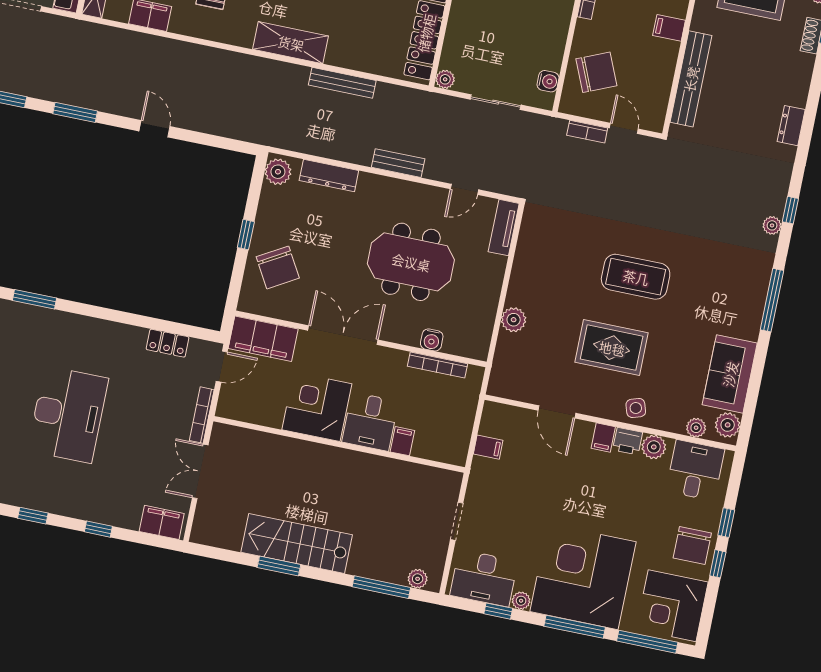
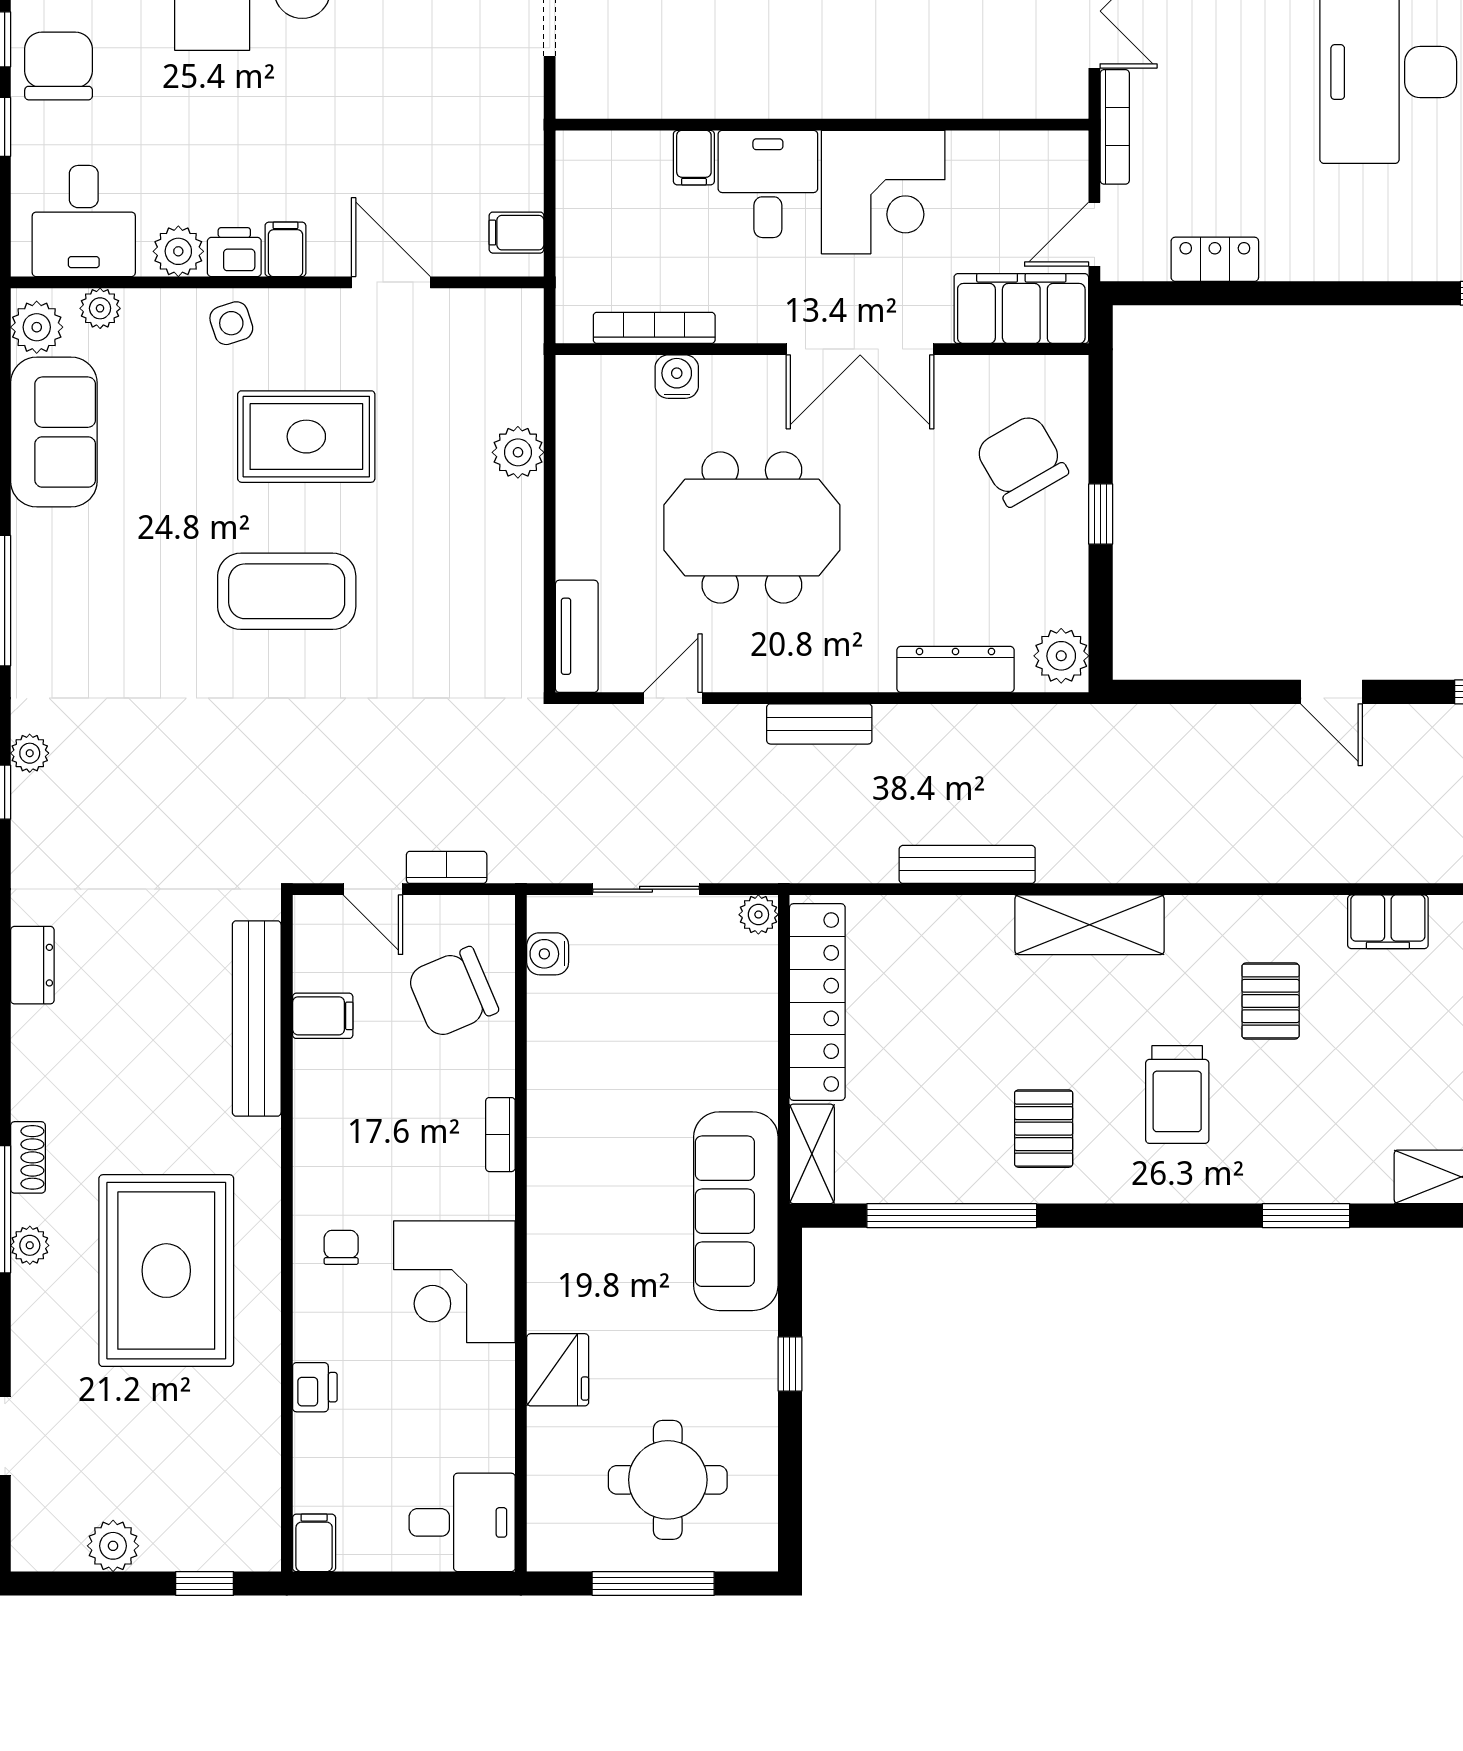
filing cabinet: (669, 28) -> (323, 1016), moved
filing cabinet: (488, 447) -> (516, 233), moved

